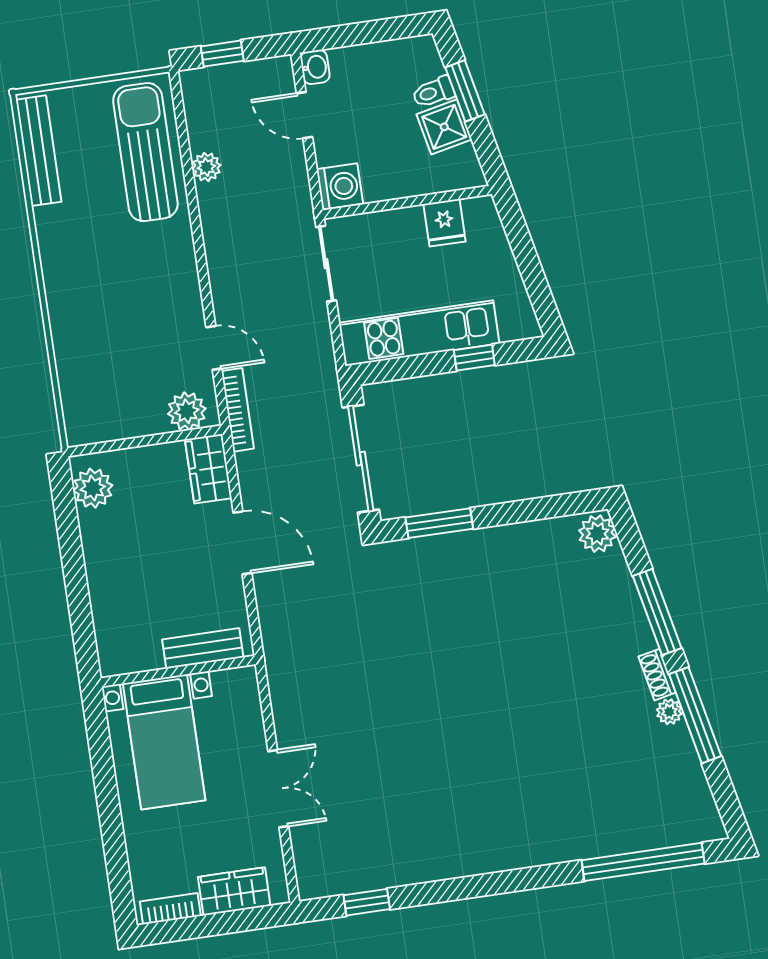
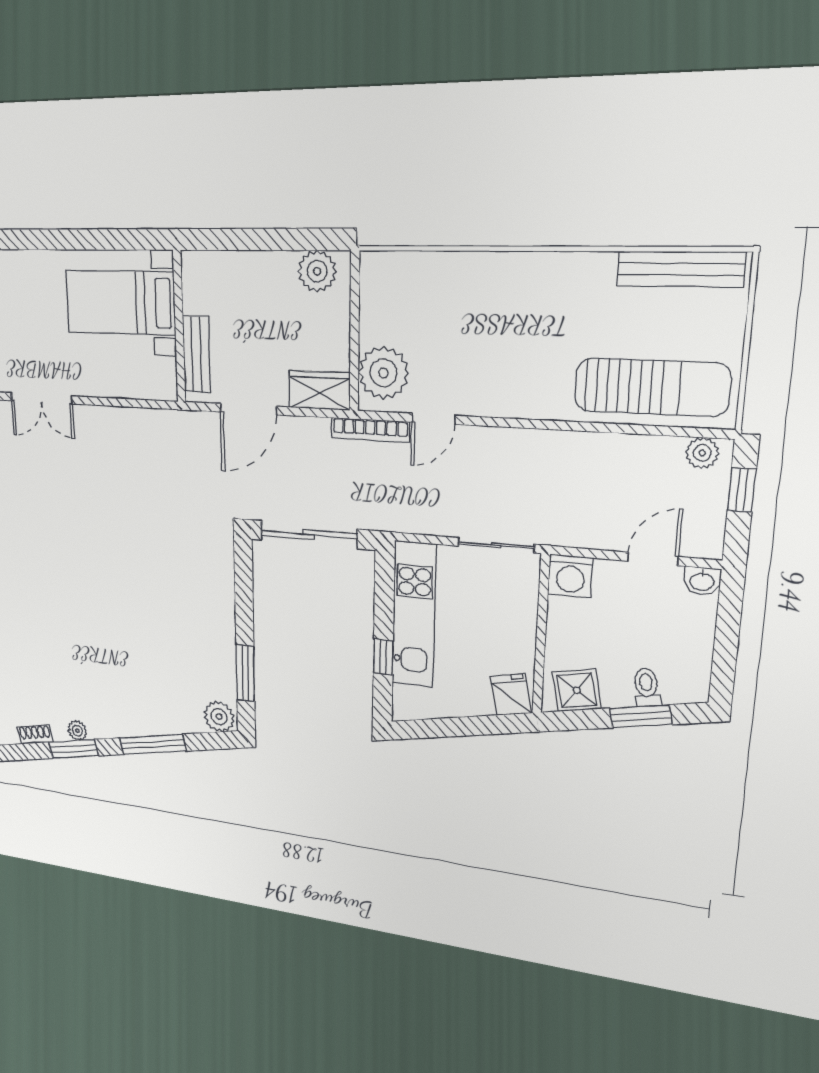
shower: (444, 127) -> (577, 690), moved
plant: (206, 167) -> (702, 453), moved
fridge: (445, 223) -> (511, 695), moved, turned 78
plant: (187, 411) -> (383, 373), width x1.36, depth x1.36
window: (439, 523) -> (245, 673), moved
bench: (203, 648) -> (196, 355), moved
wall: (178, 671) -> (179, 327), moved
shoe rack: (657, 675) -> (35, 734), moved
window: (695, 715) -> (73, 749), width x0.69
bed with nightstands: (164, 742) -> (120, 302), moved

